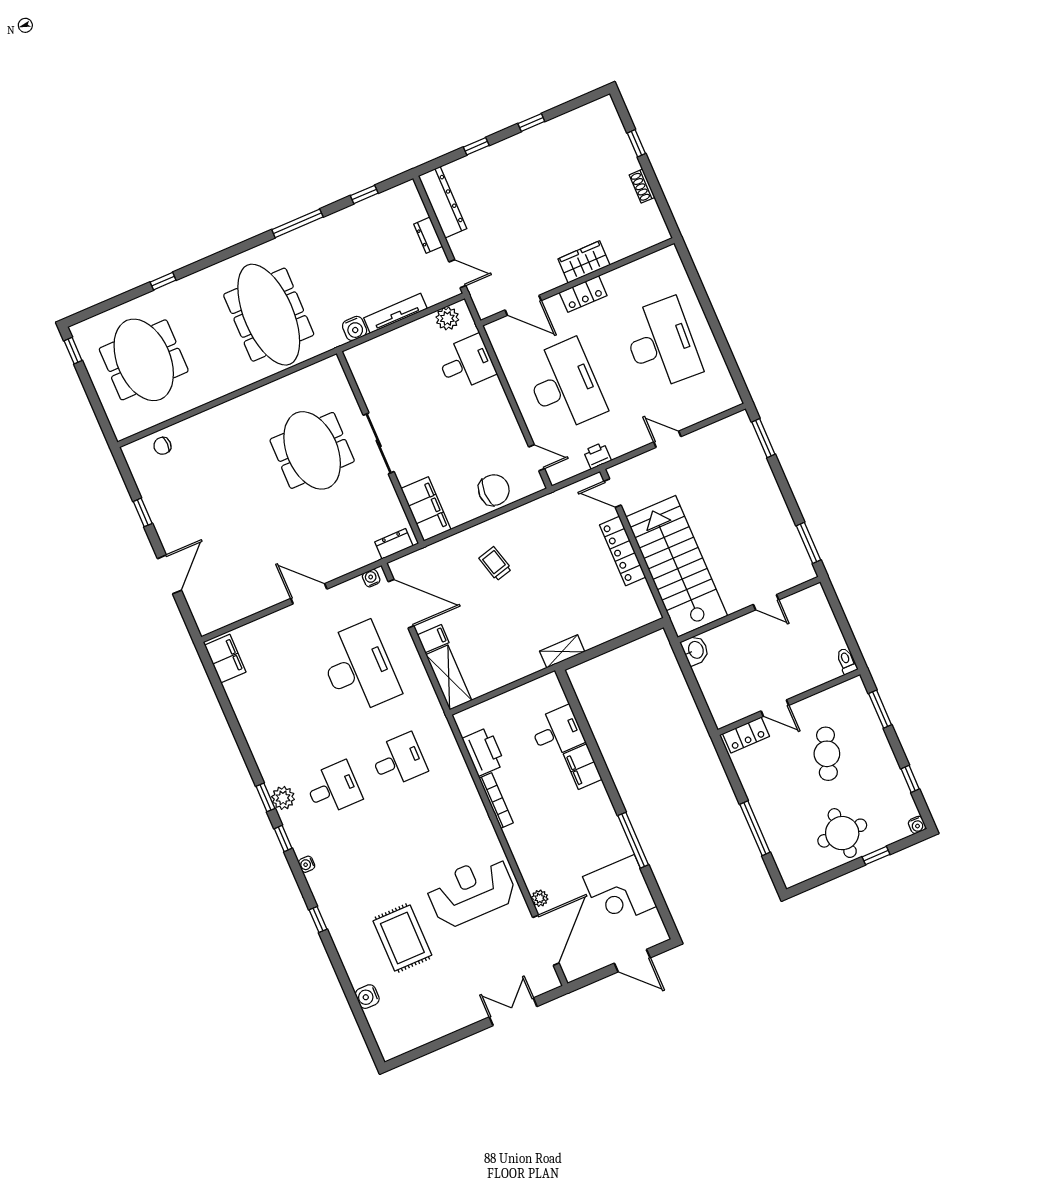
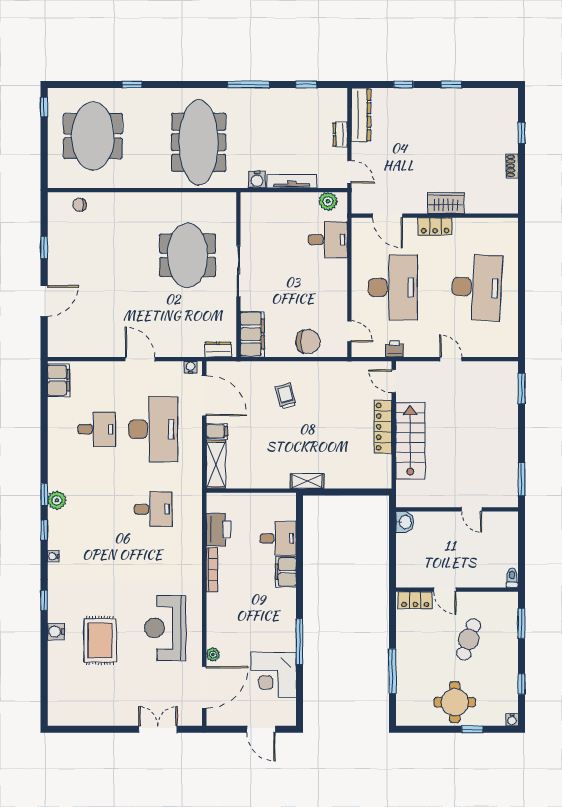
stairs: (677, 566) -> (410, 441), width x0.73, depth x0.66
desk: (333, 788) -> (97, 429), moved
reception desk: (471, 891) -> (165, 628), turned -90
water cooler: (367, 997) -> (56, 632), moved

